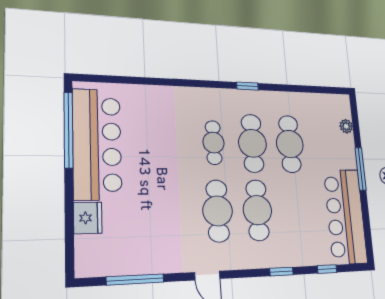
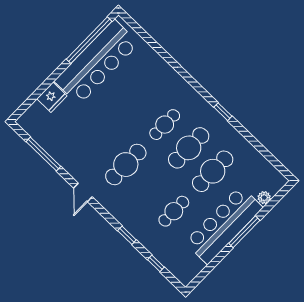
cafe table: (257, 210) -> (174, 211), moved, width x0.73, depth x0.74
bar counter: (345, 216) -> (224, 225), moved

